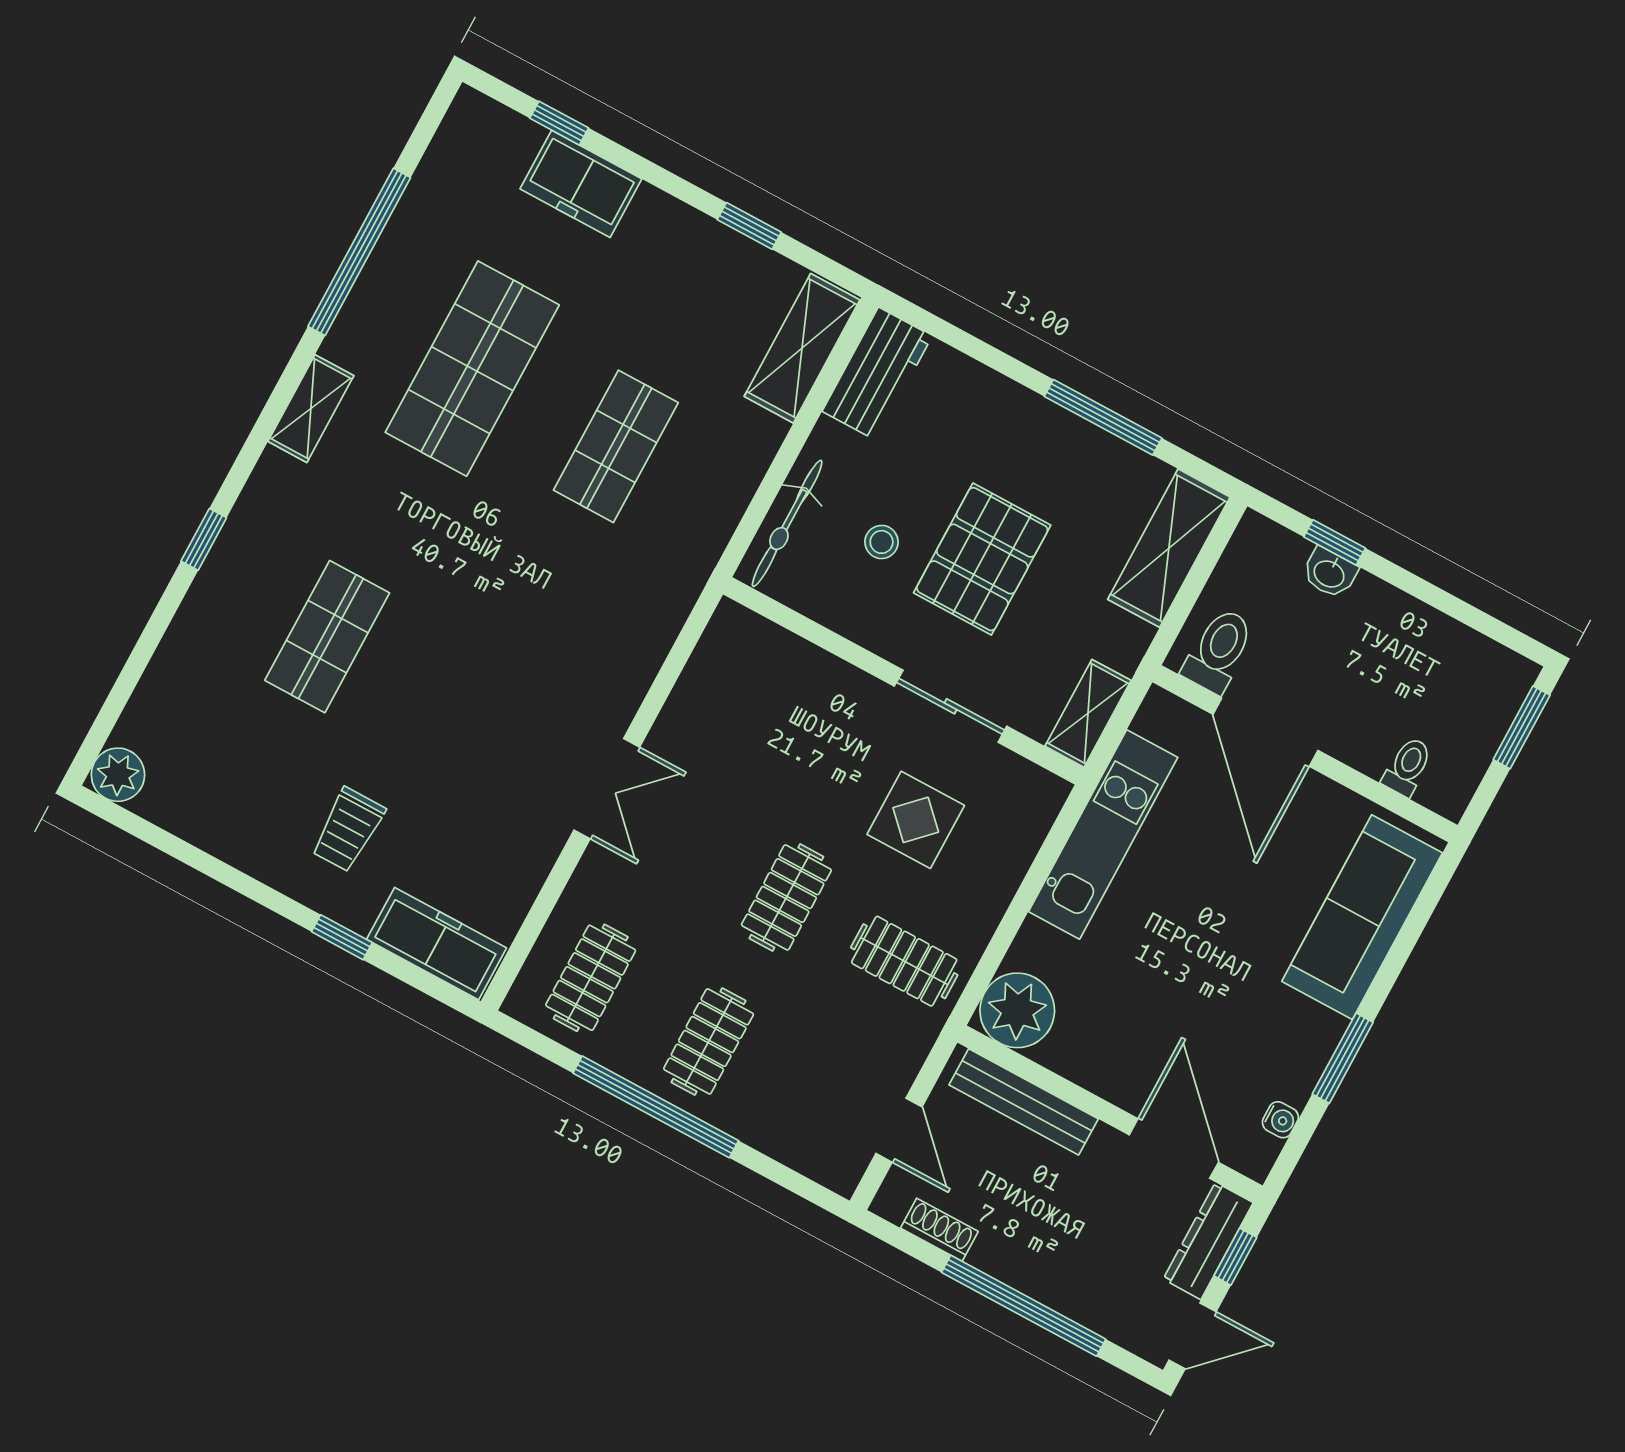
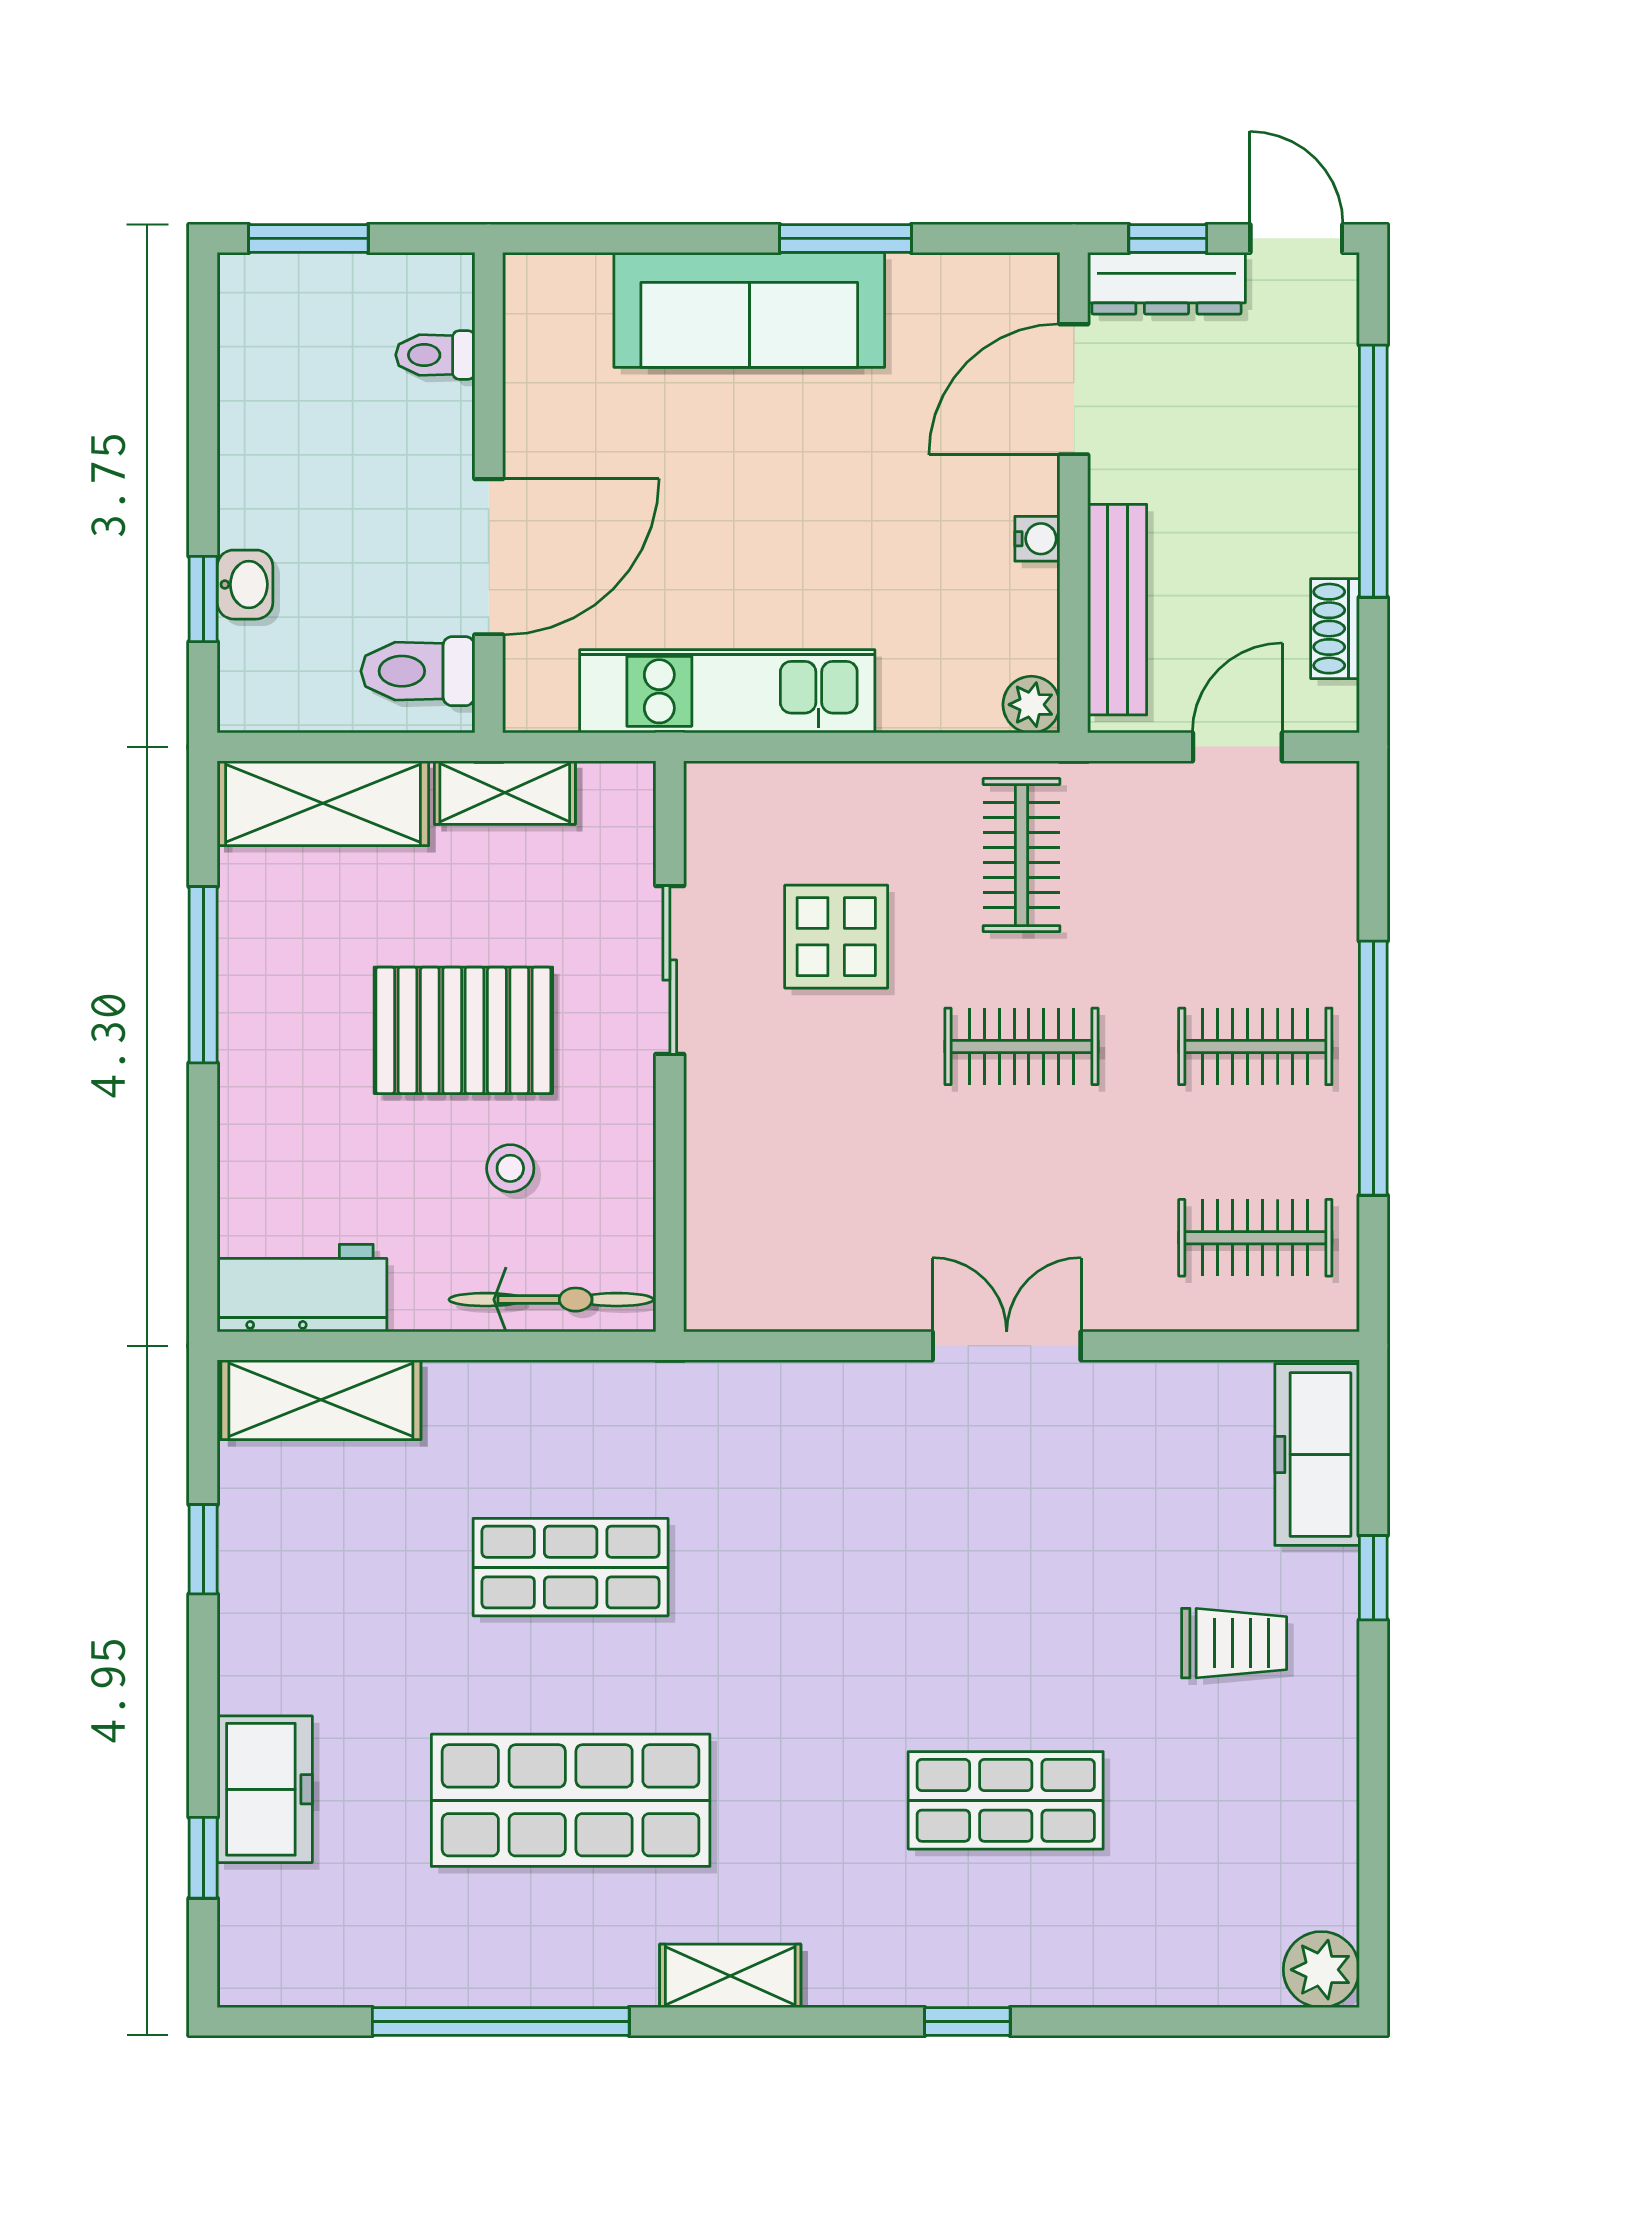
shelving: (1088, 713) -> (505, 793), moved
sofa: (1362, 917) -> (749, 310), moved
plant: (1017, 1010) -> (1031, 705), width x0.53, depth x0.53
water cooler: (1280, 1120) -> (1037, 539), moved, turned 90

